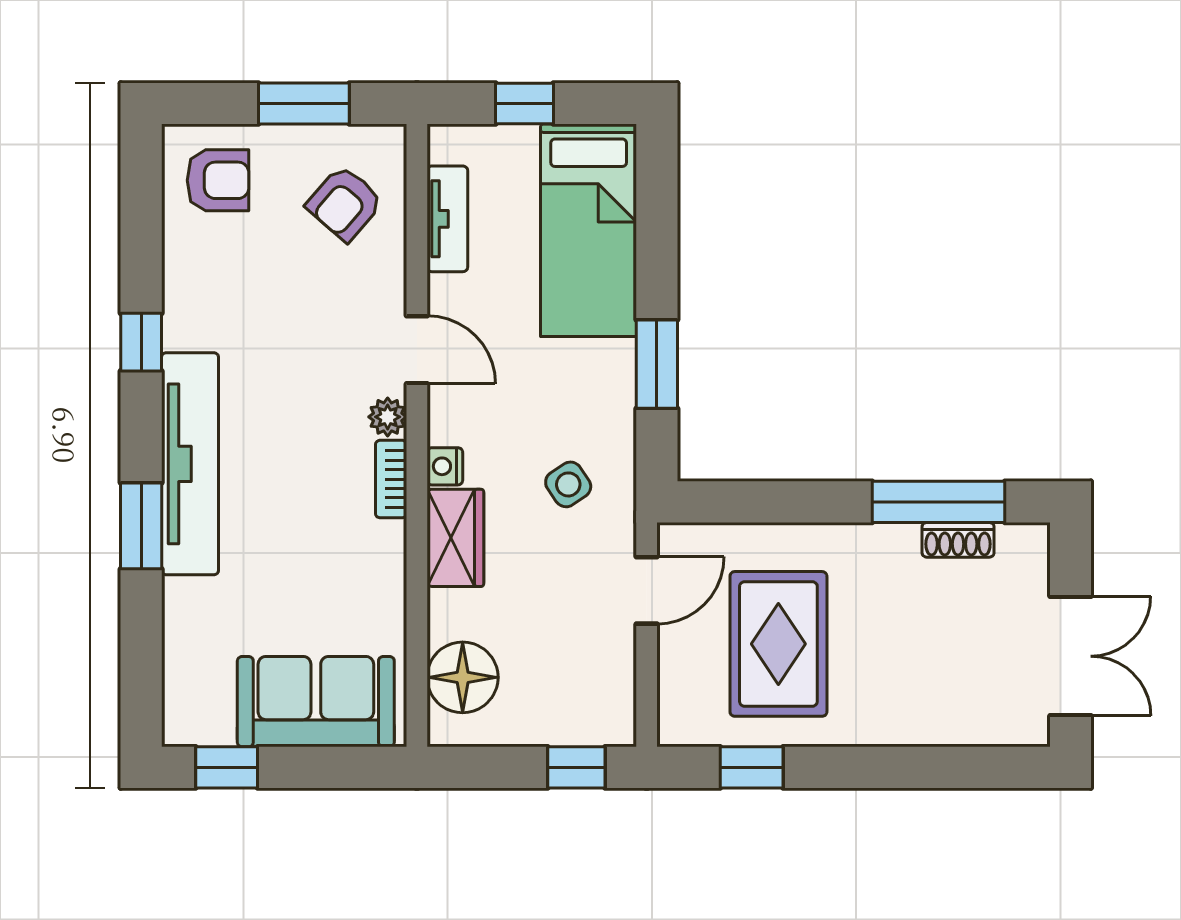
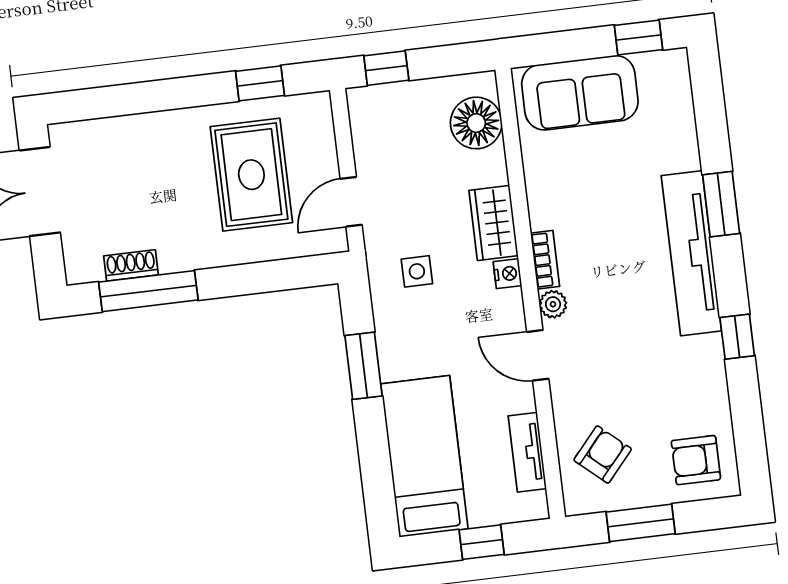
side table: (568, 484) -> (417, 271), turned 34

